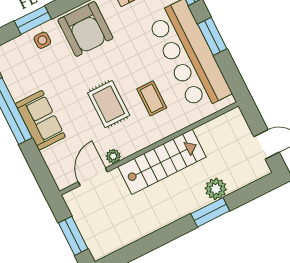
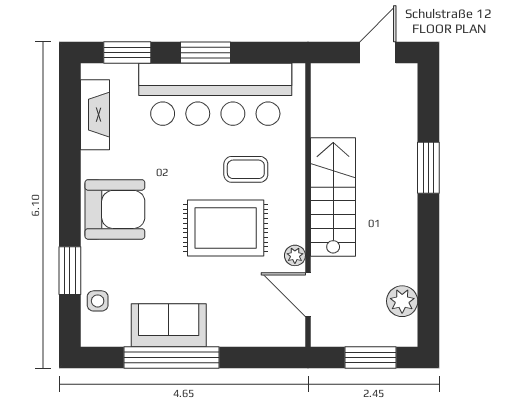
side table: (42, 40) -> (98, 301), moved
rug: (109, 104) -> (226, 228), width x1.36, depth x1.43
sofa: (40, 120) -> (169, 325), moved
plant: (216, 189) -> (402, 301), moved

